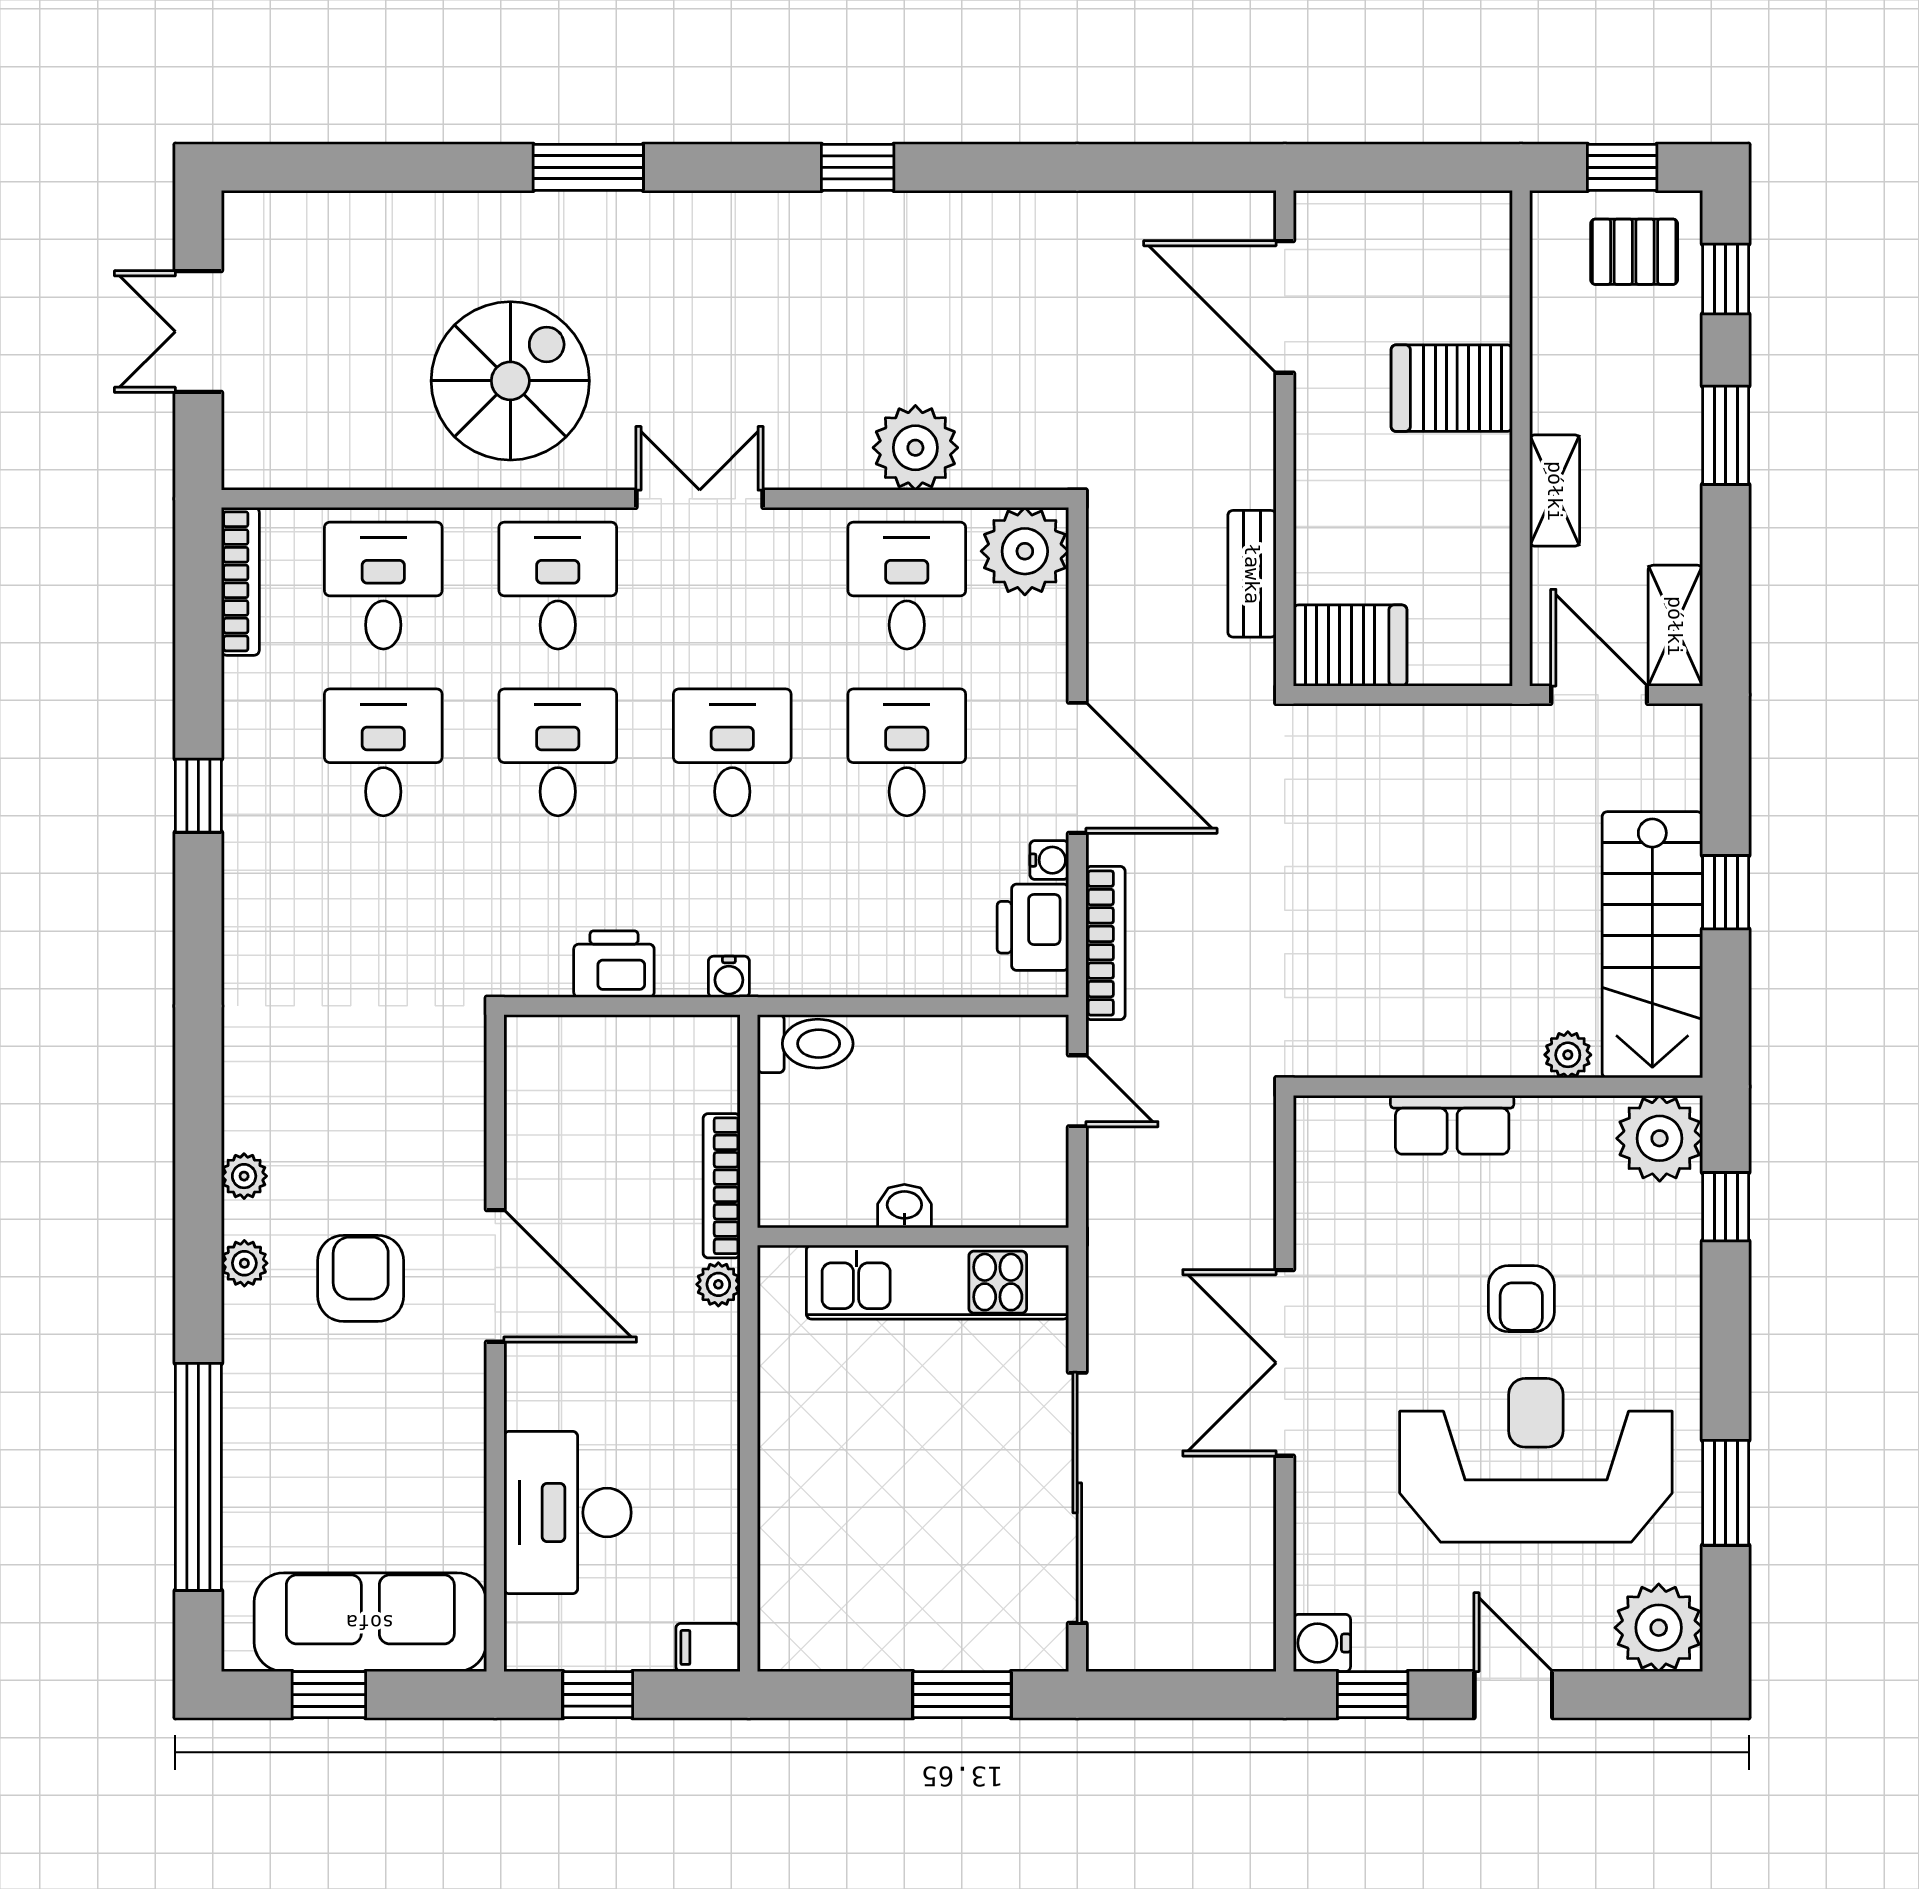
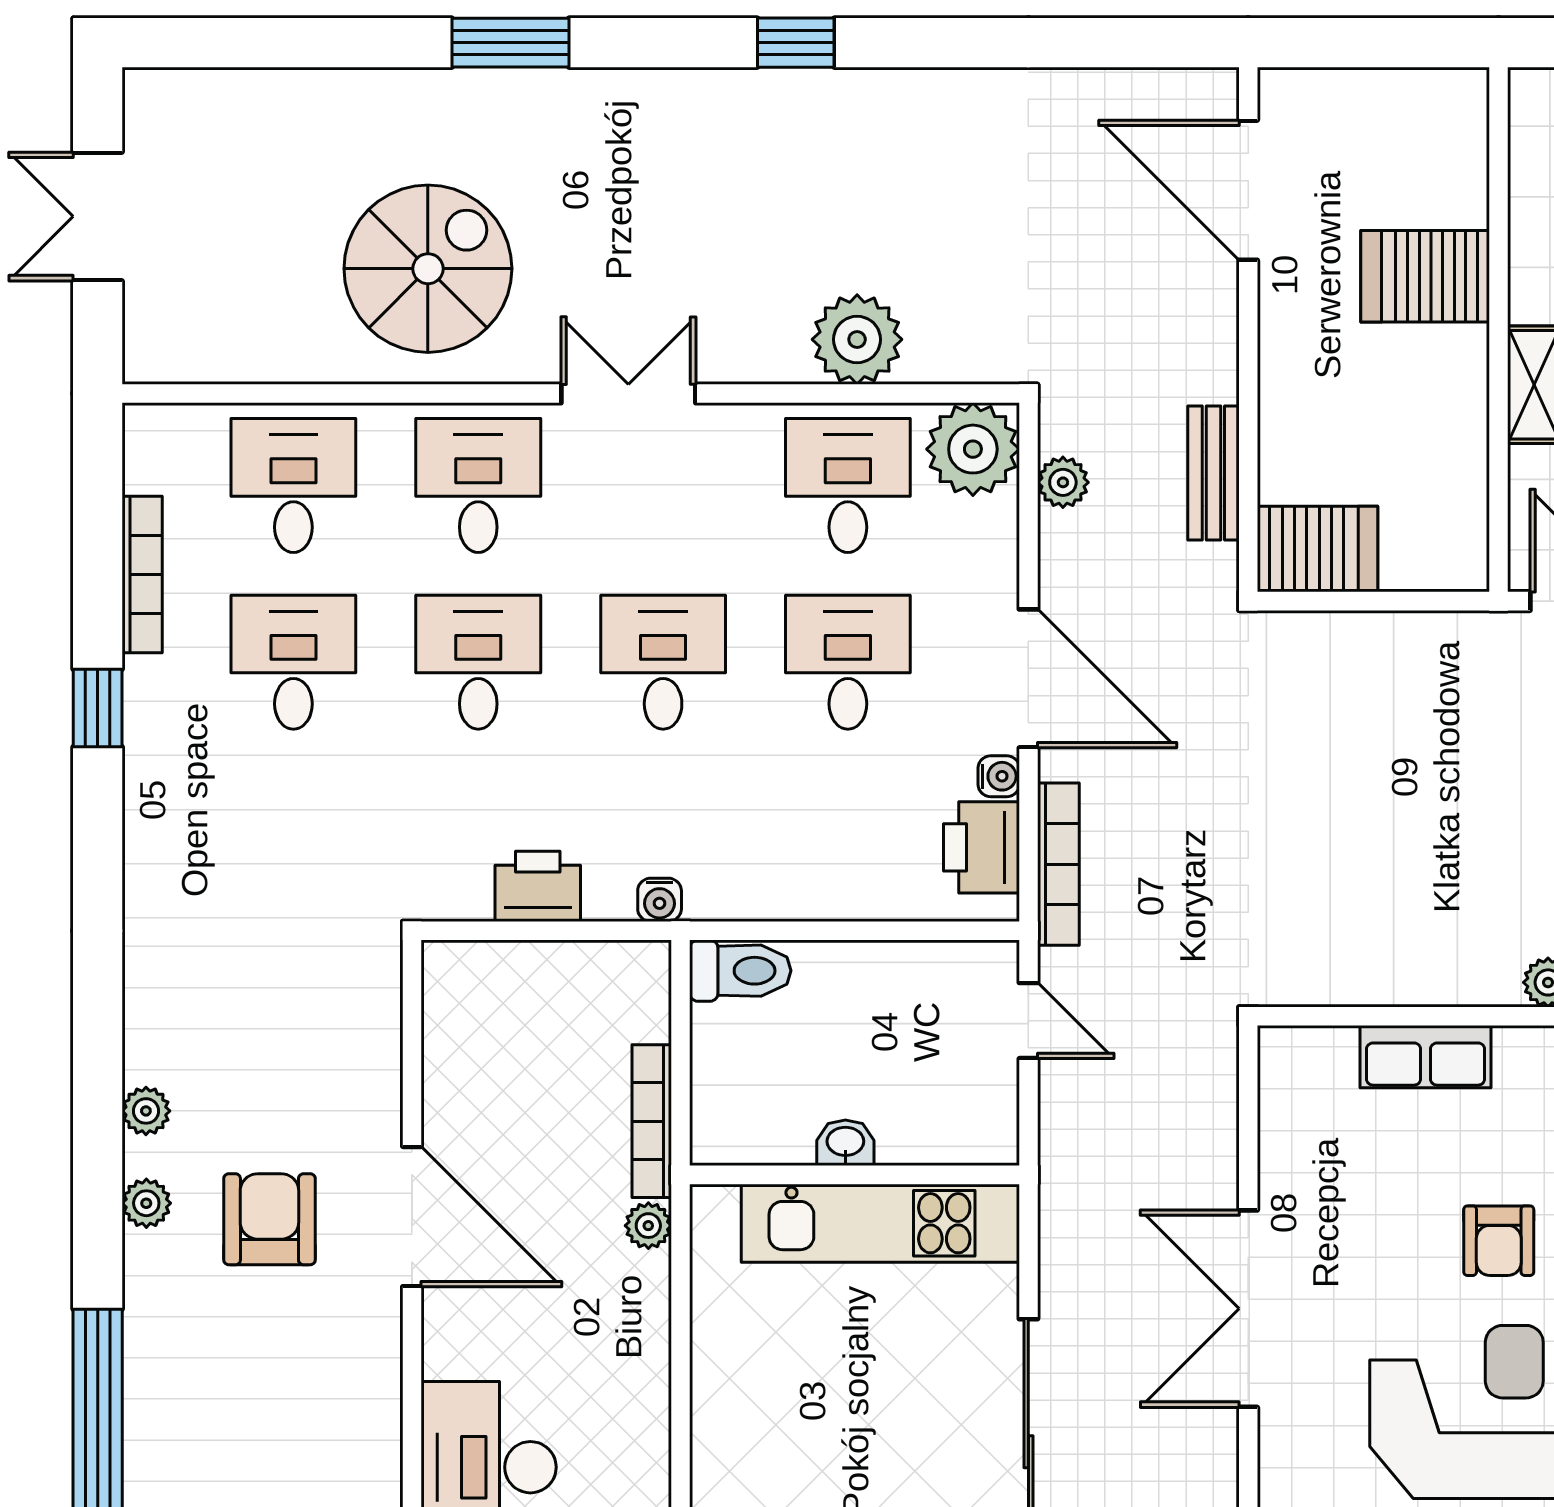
bookcase: (240, 581) -> (142, 574), moved
plant: (1110, 583) -> (1063, 482), added

